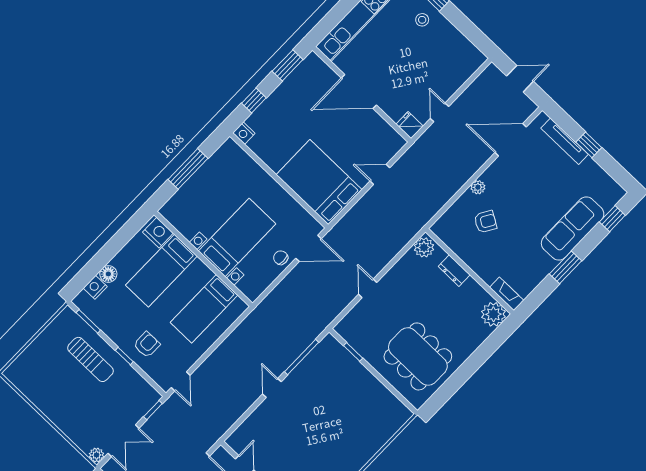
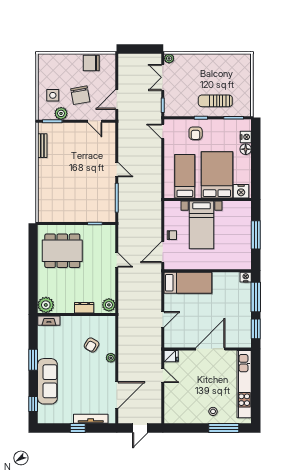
window: (254, 100) -> (256, 297), width x2.17
bed: (319, 182) -> (188, 283), width x0.67
bed: (161, 271) -> (217, 175), width x1.50

